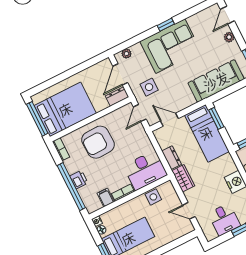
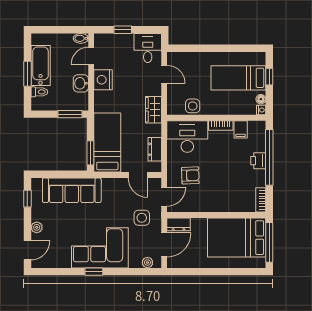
armchair: (98, 142) -> (190, 175), moved, width x0.53, depth x0.53
dresser: (172, 158) -> (155, 149), moved
desk: (224, 219) -> (148, 48), moved

